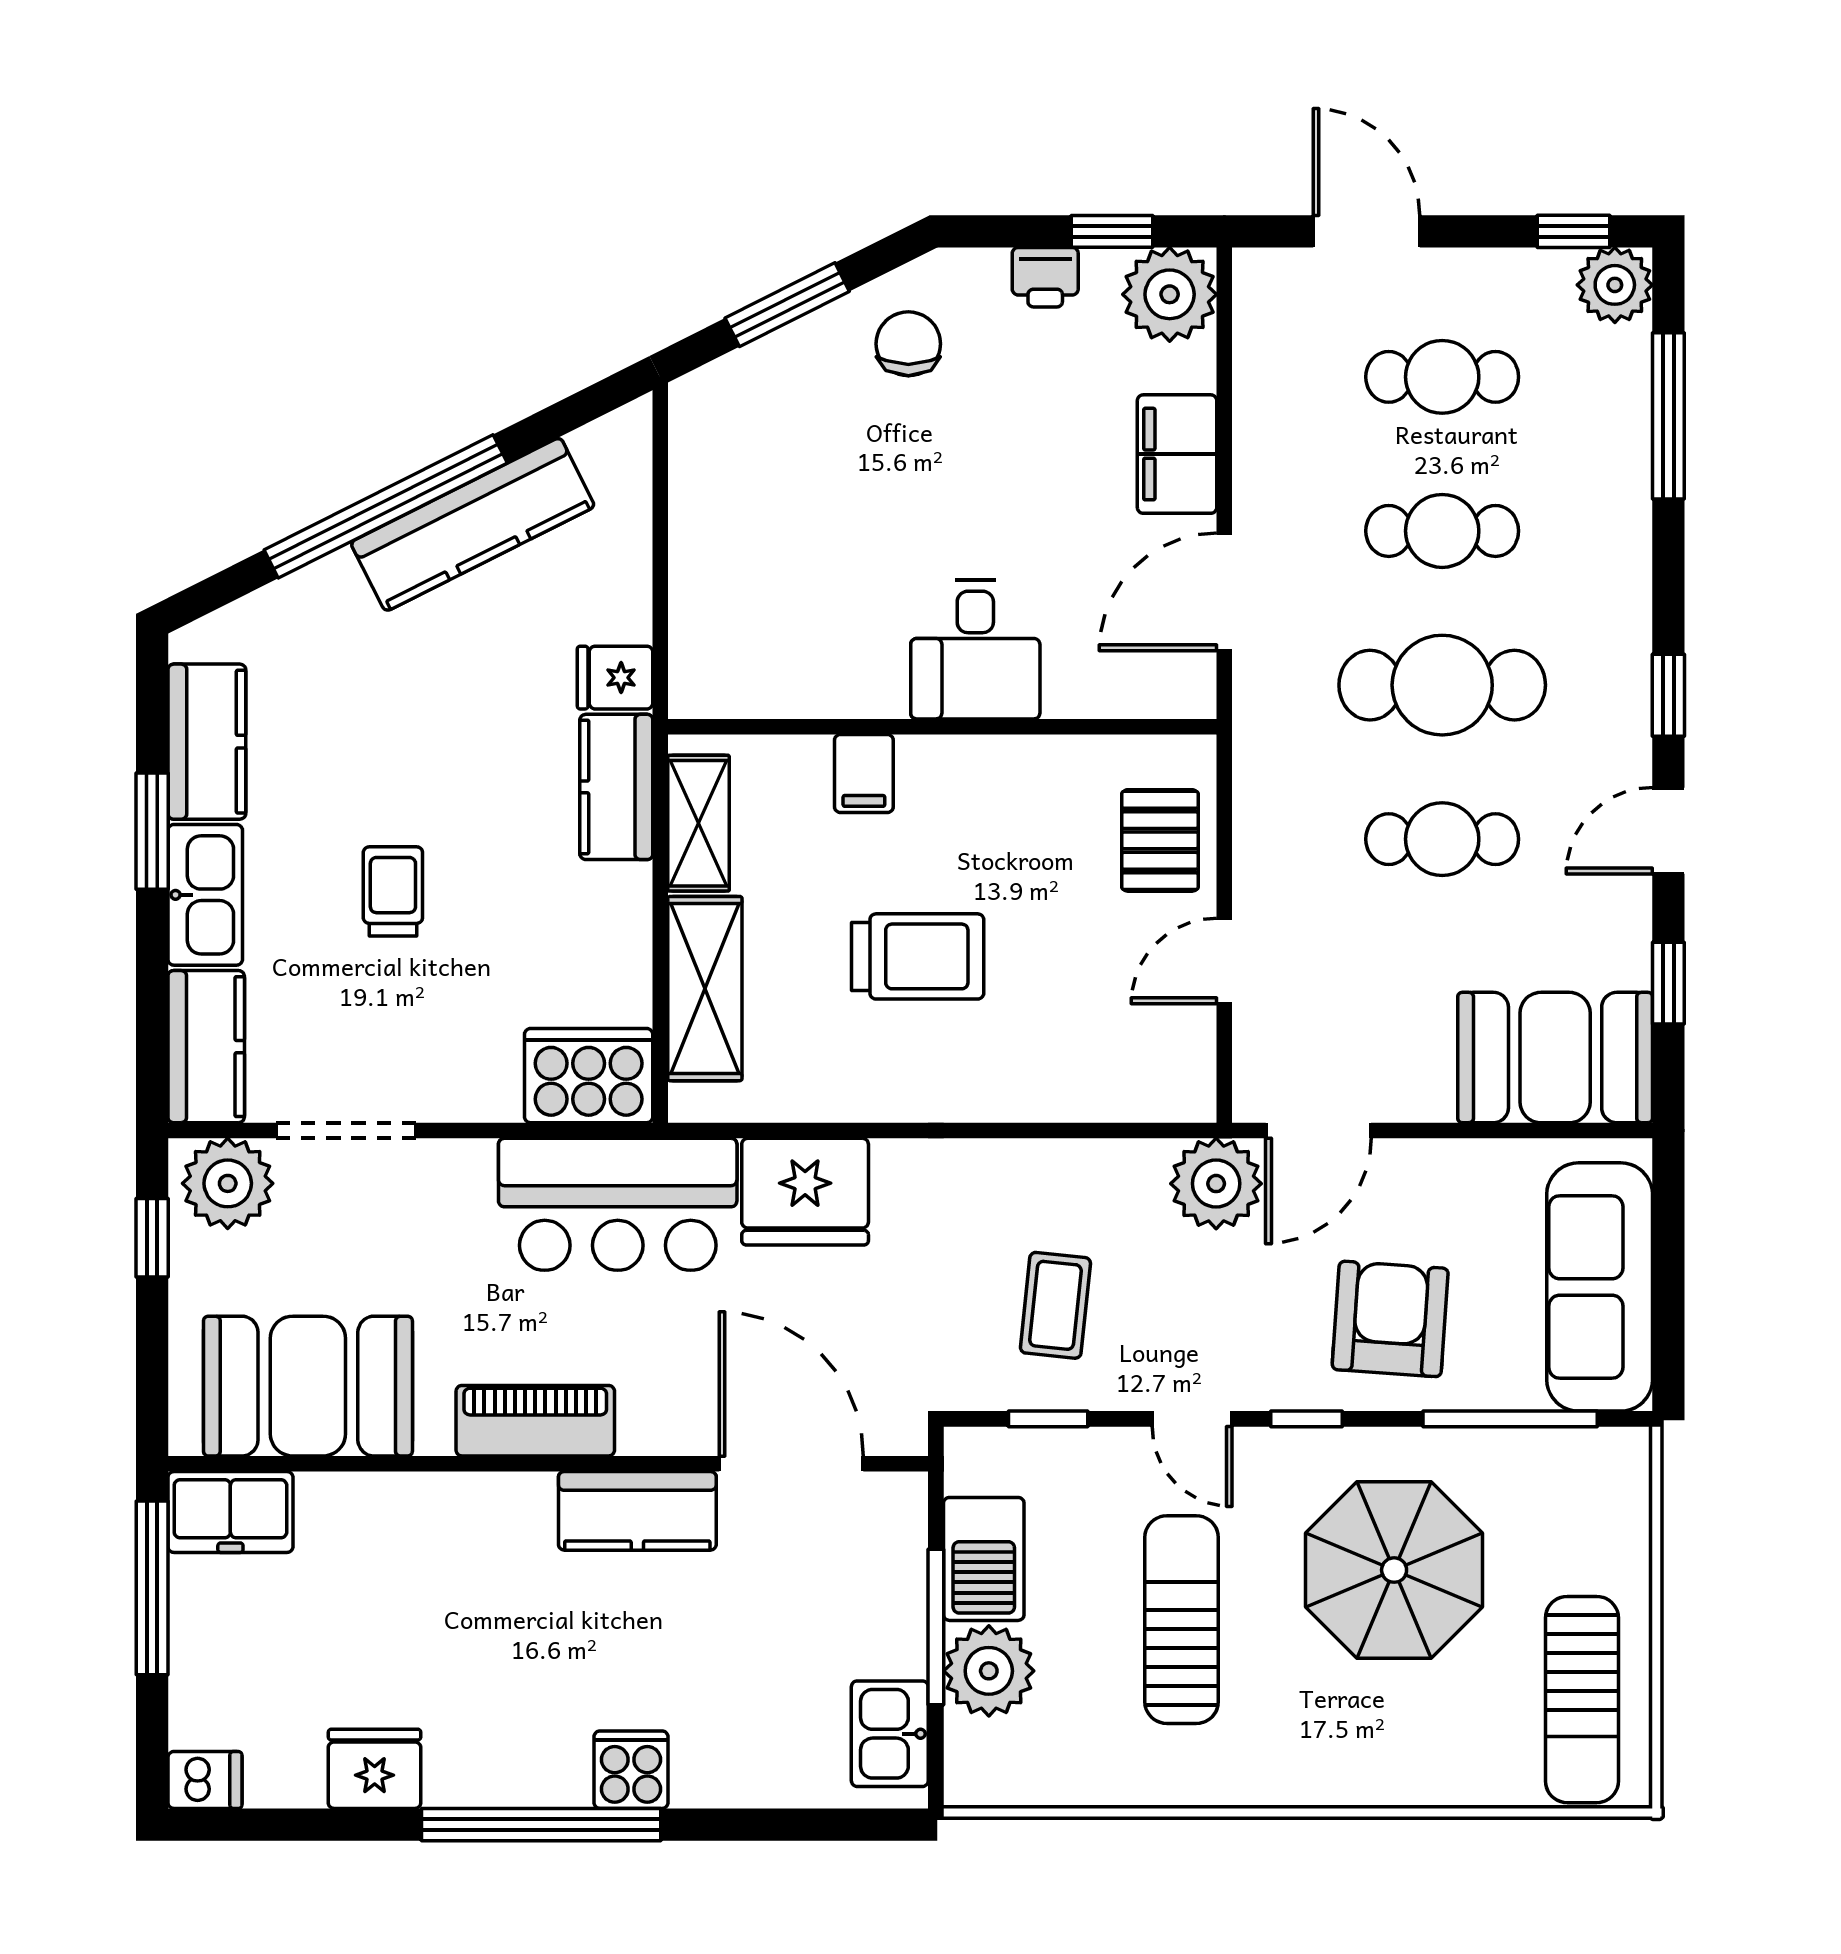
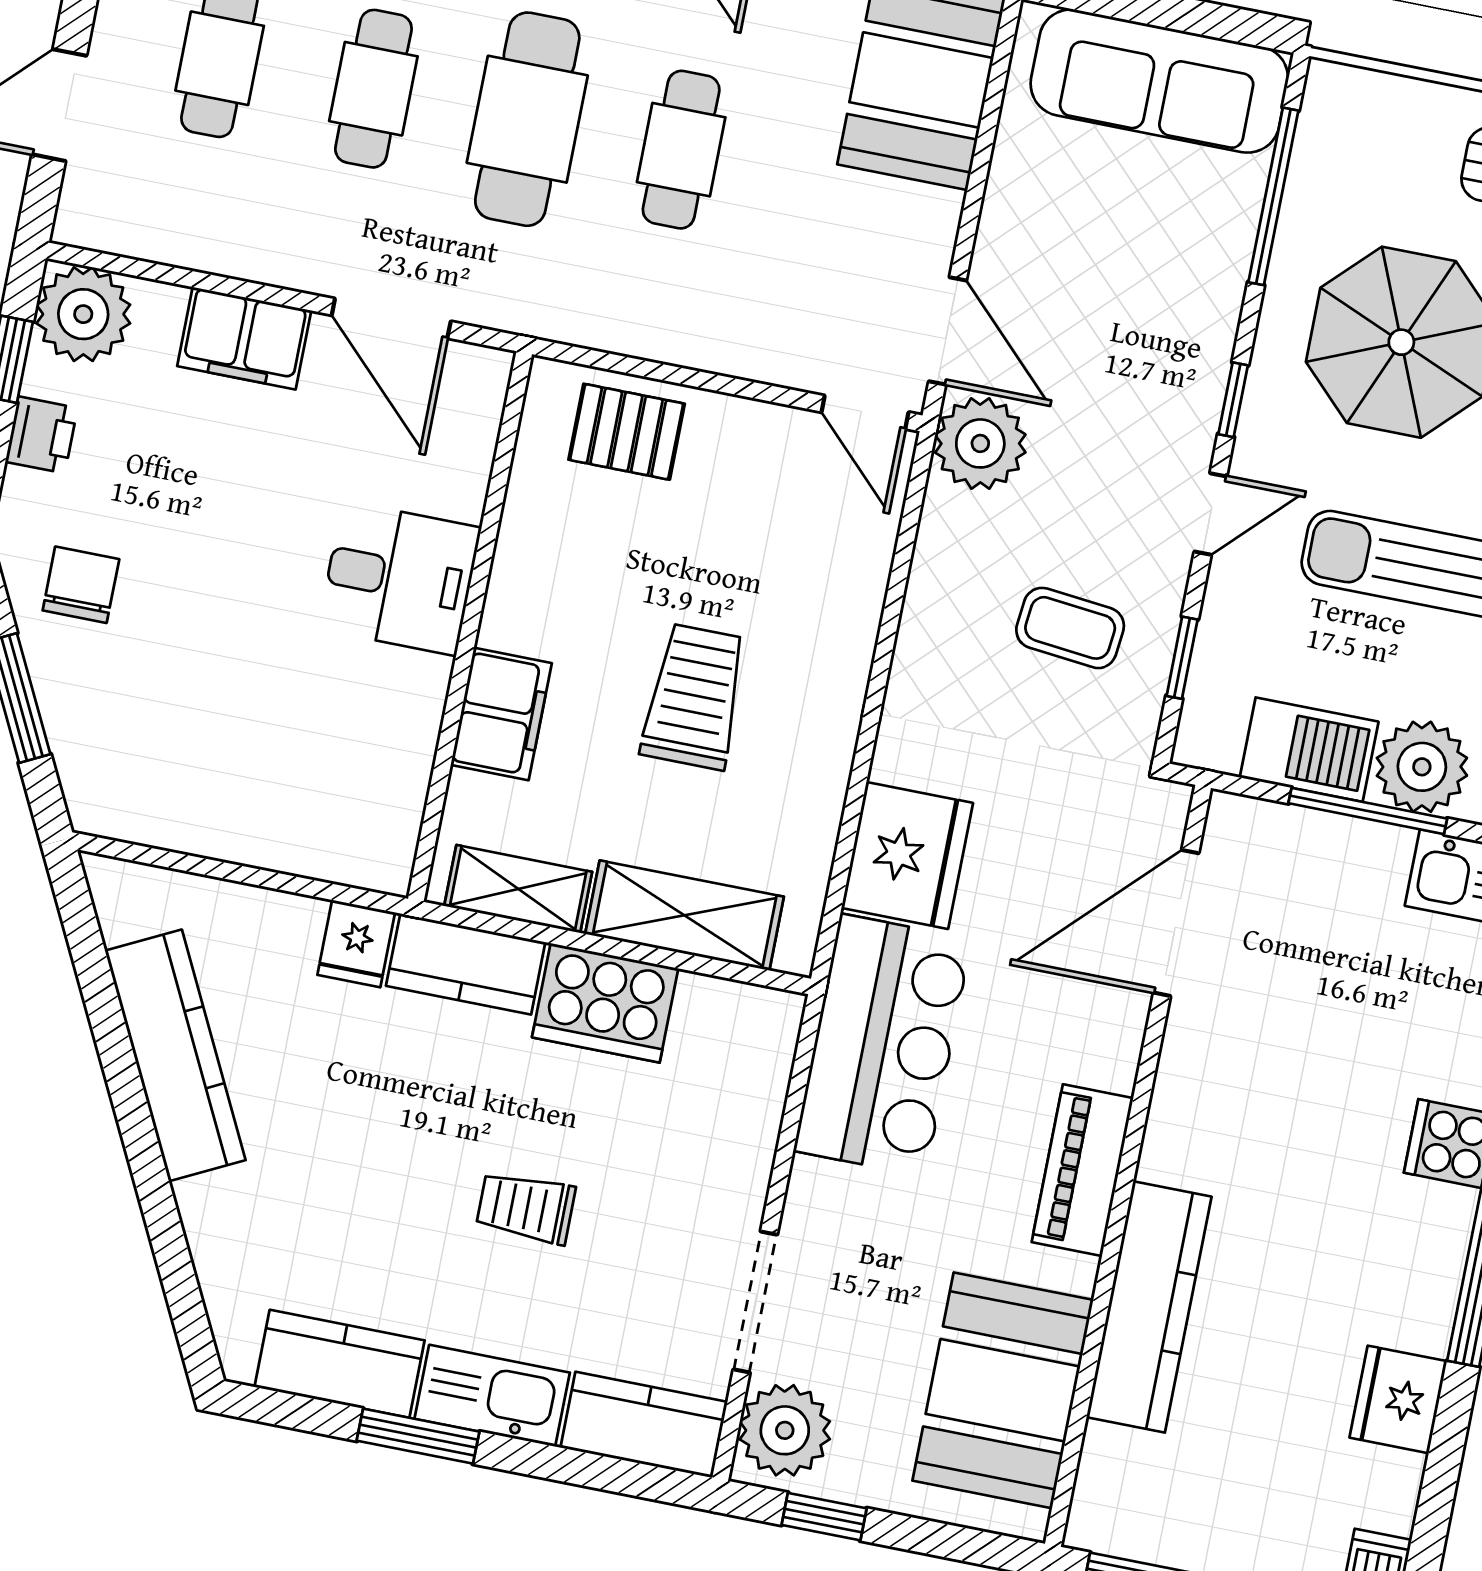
chair: (908, 344) -> (81, 585), turned 90
window: (386, 506) -> (140, 1139), removed
filing cabinet: (864, 774) -> (501, 714), width x2.00
door: (1224, 961) -> (865, 412), moved
cooker: (589, 1076) -> (605, 1003), moved, turned -90
armchair: (1390, 1319) -> (1150, 296), removed
kitchen counter: (637, 1511) -> (1149, 1307), moved, width x1.50
freezer: (230, 1512) -> (1113, 1493), removed

